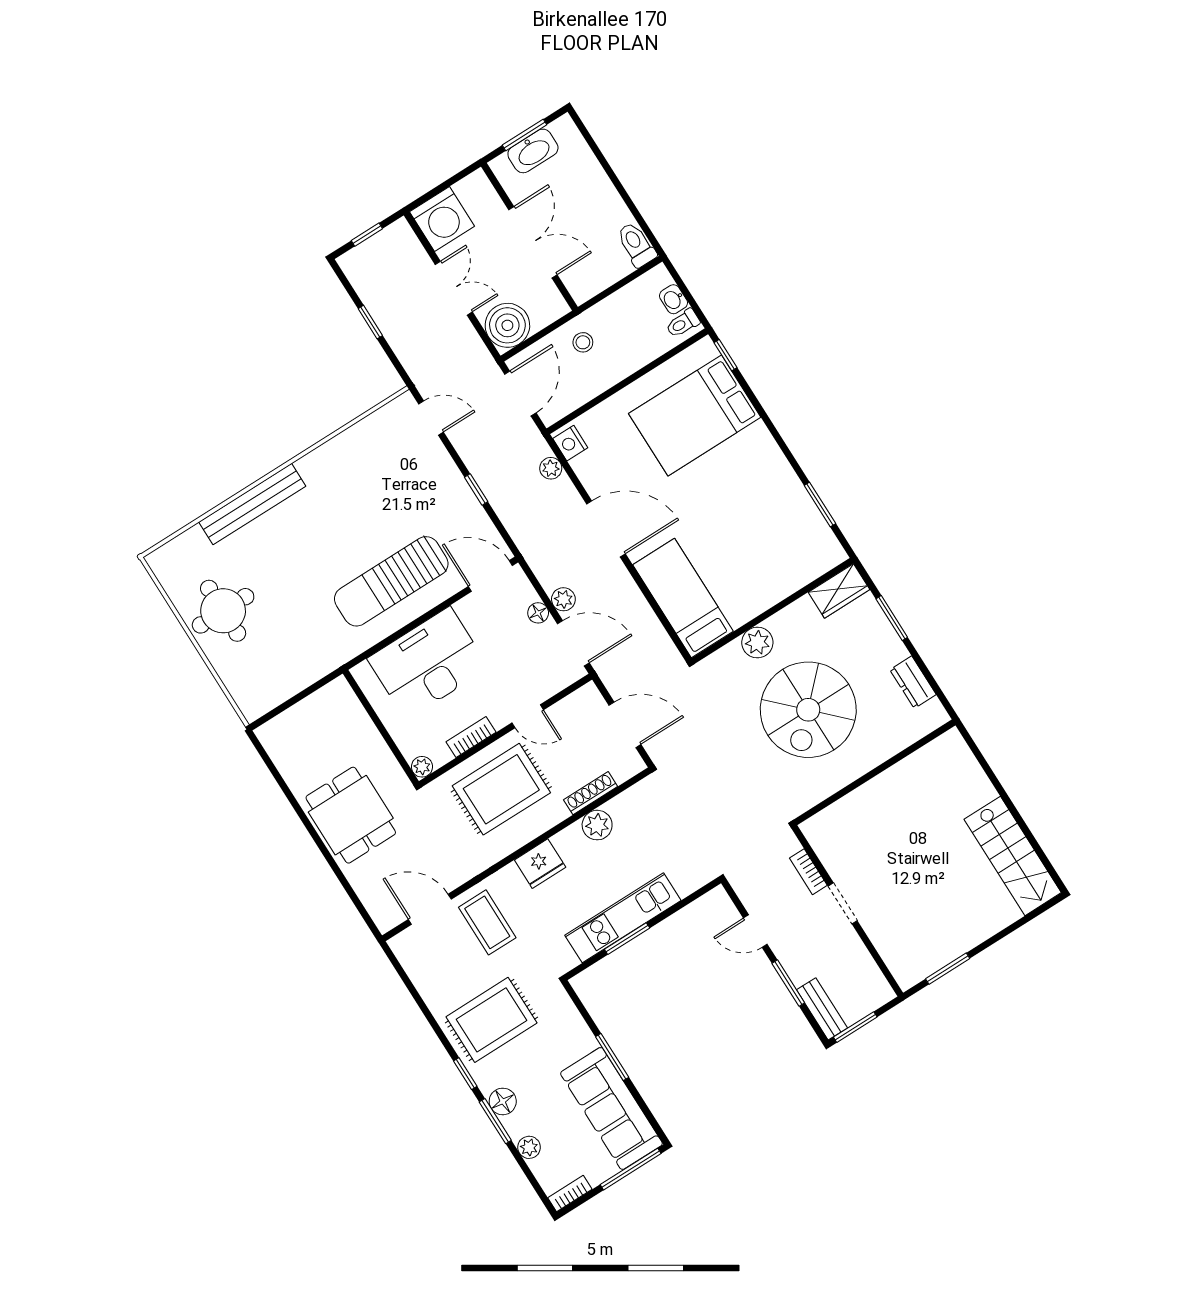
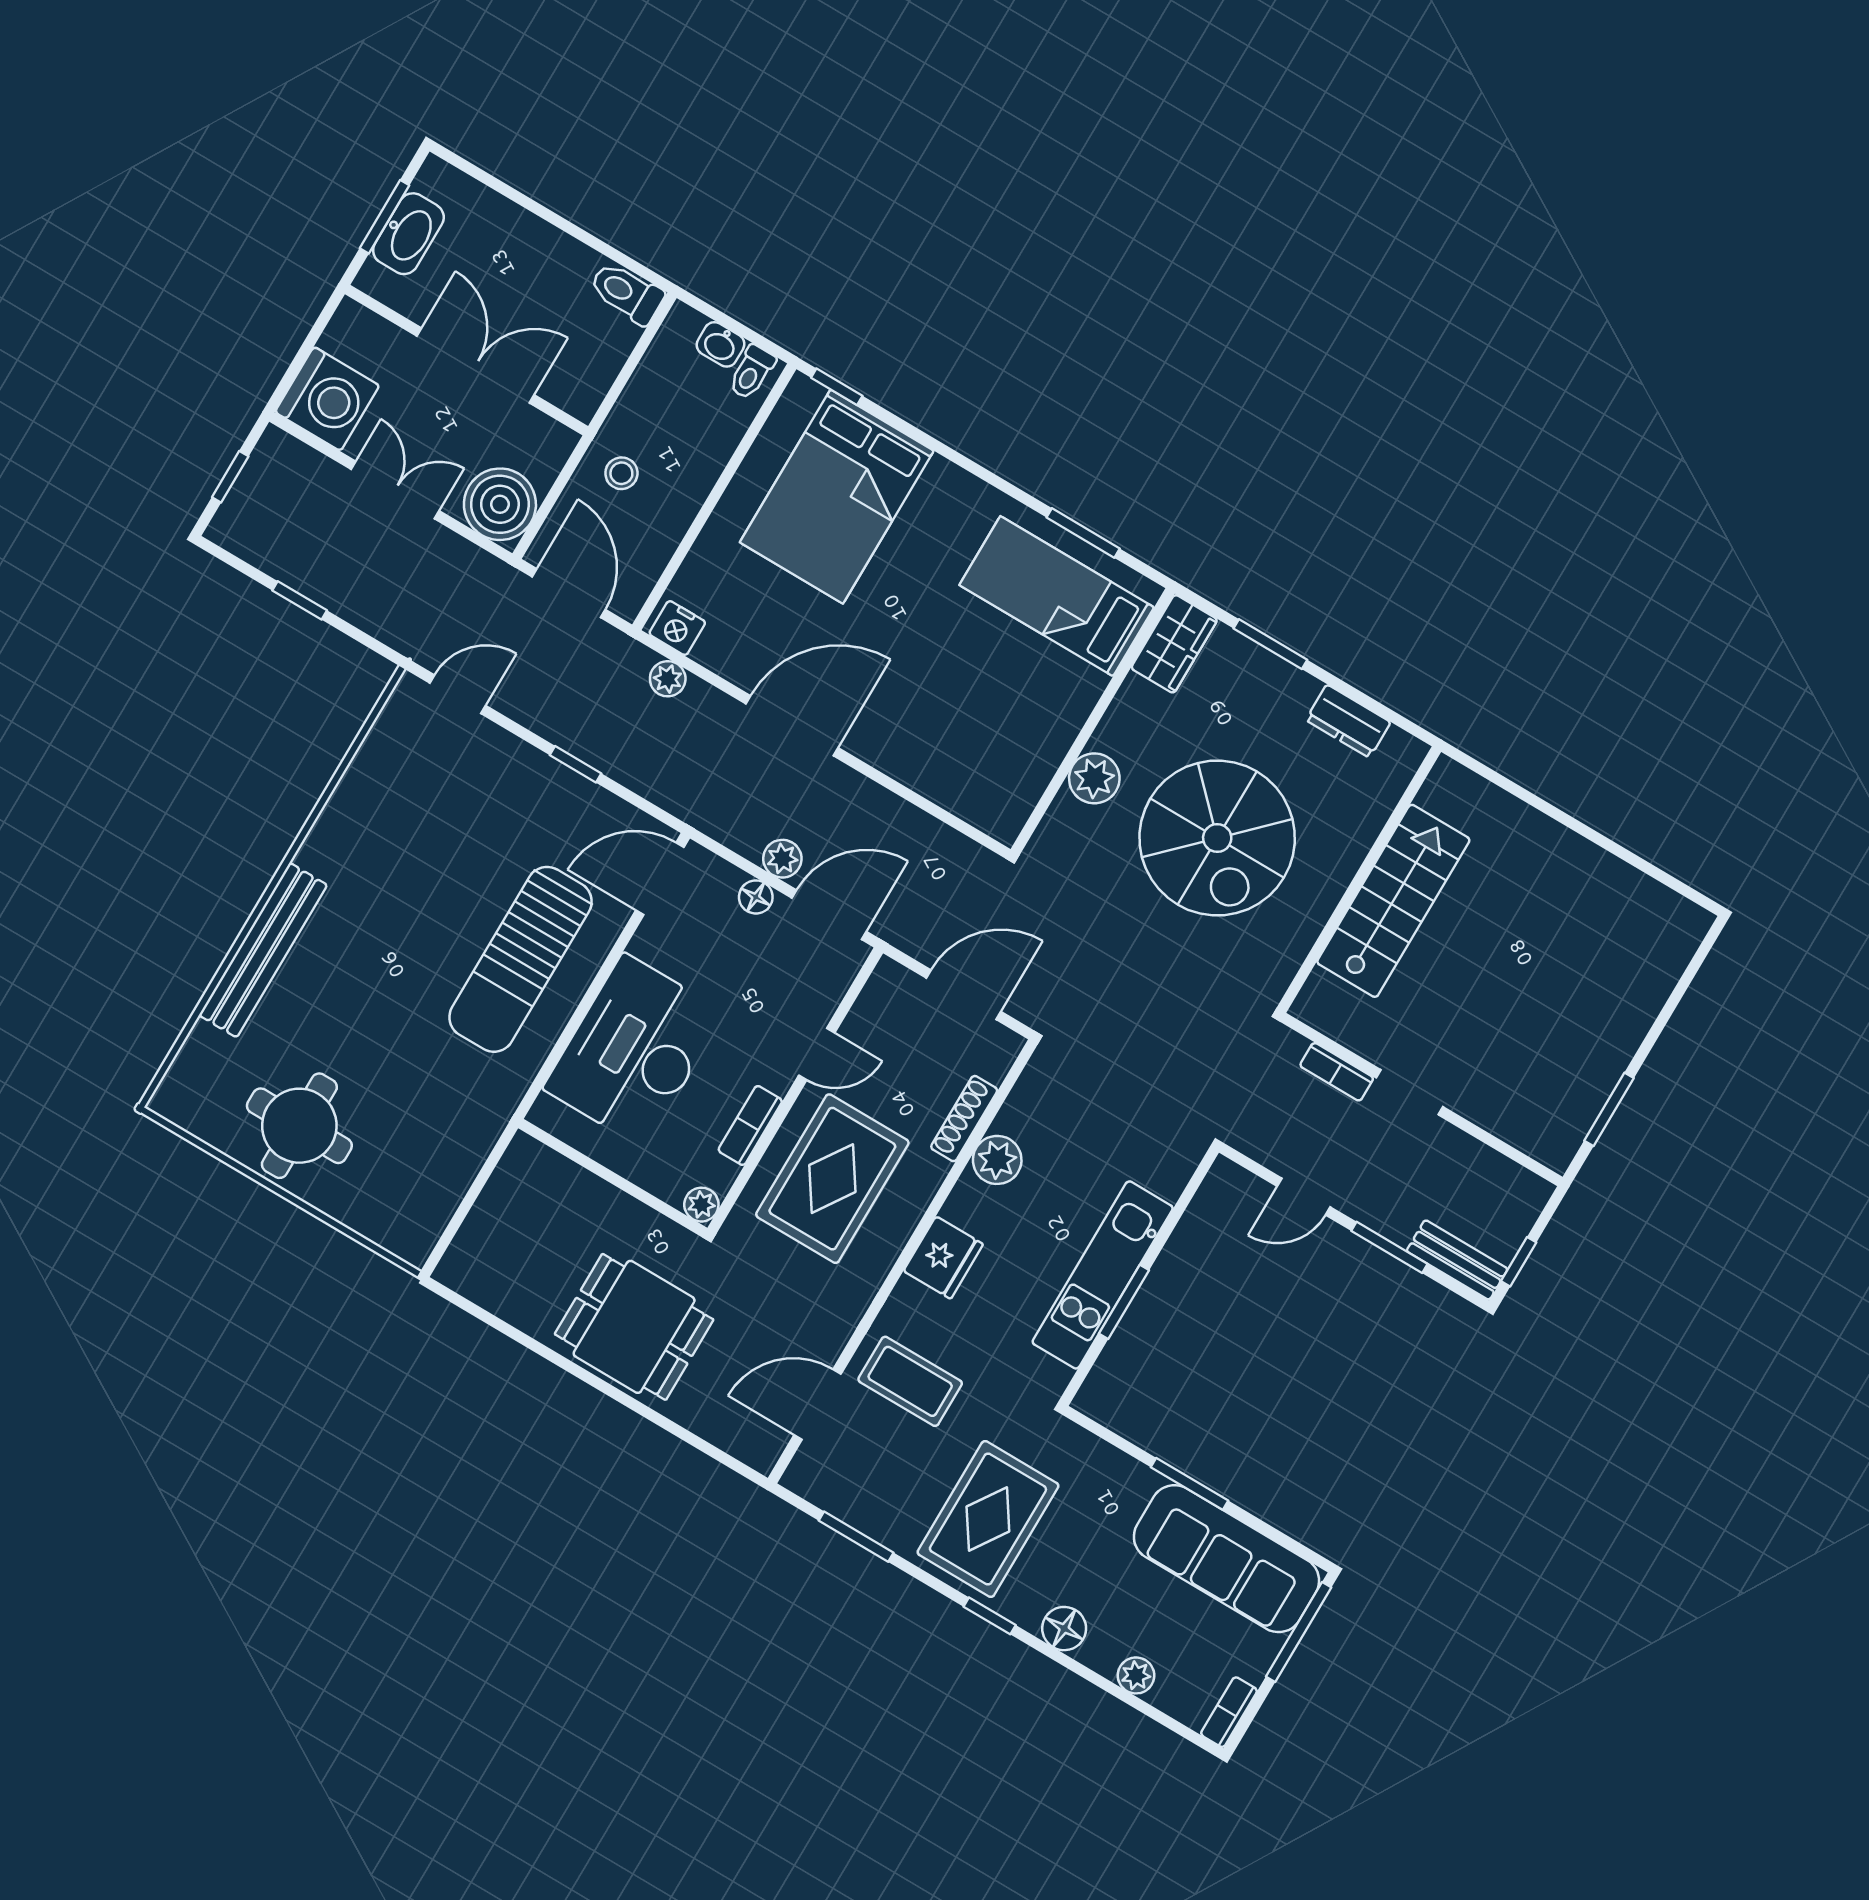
bed: (683, 598) -> (1057, 596), moved
stairs: (1013, 856) -> (1393, 901), moved, turned -90
window: (855, 1027) -> (1519, 1262), width x0.67
window: (495, 1121) -> (856, 1537), moved

